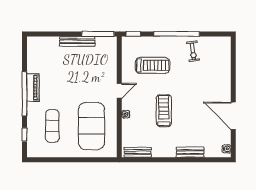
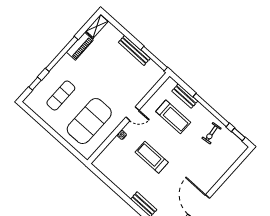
window: (133, 34) -> (238, 134), moved
shelving: (32, 48) -> (97, 26), added
piano: (33, 88) -> (80, 46), moved
treadmill: (164, 111) -> (152, 157), turned -90
bench: (138, 152) -> (185, 96), moved

